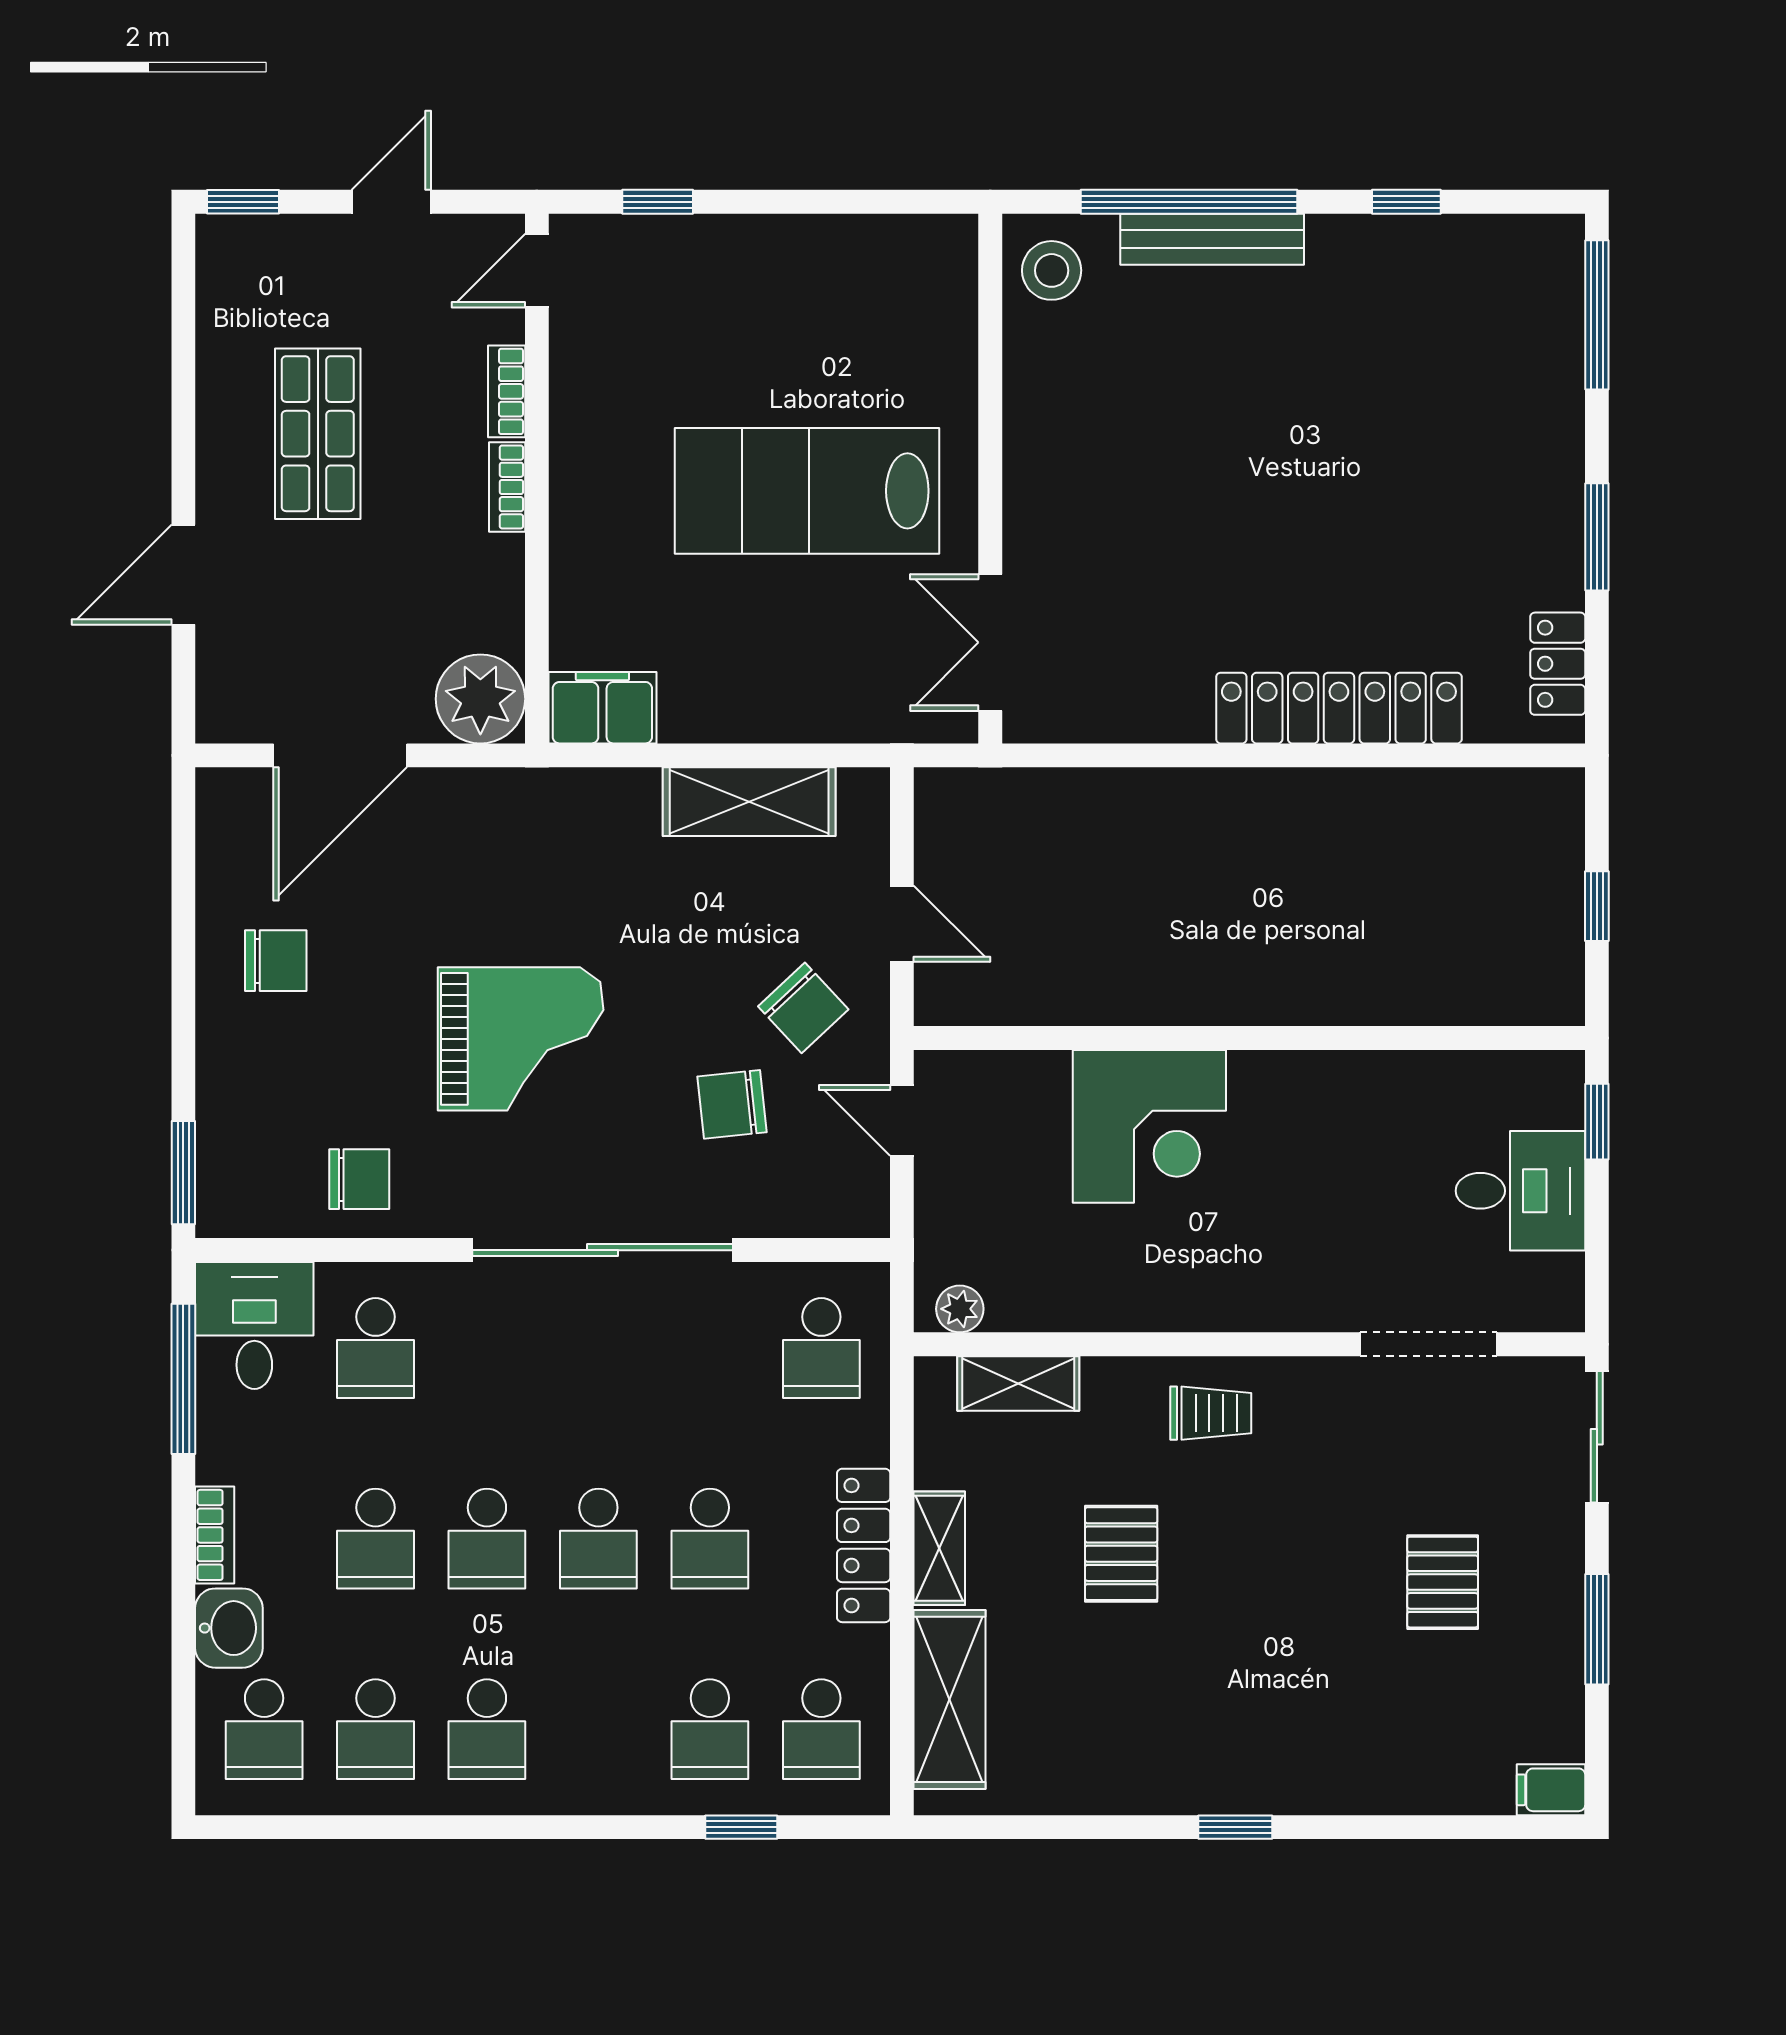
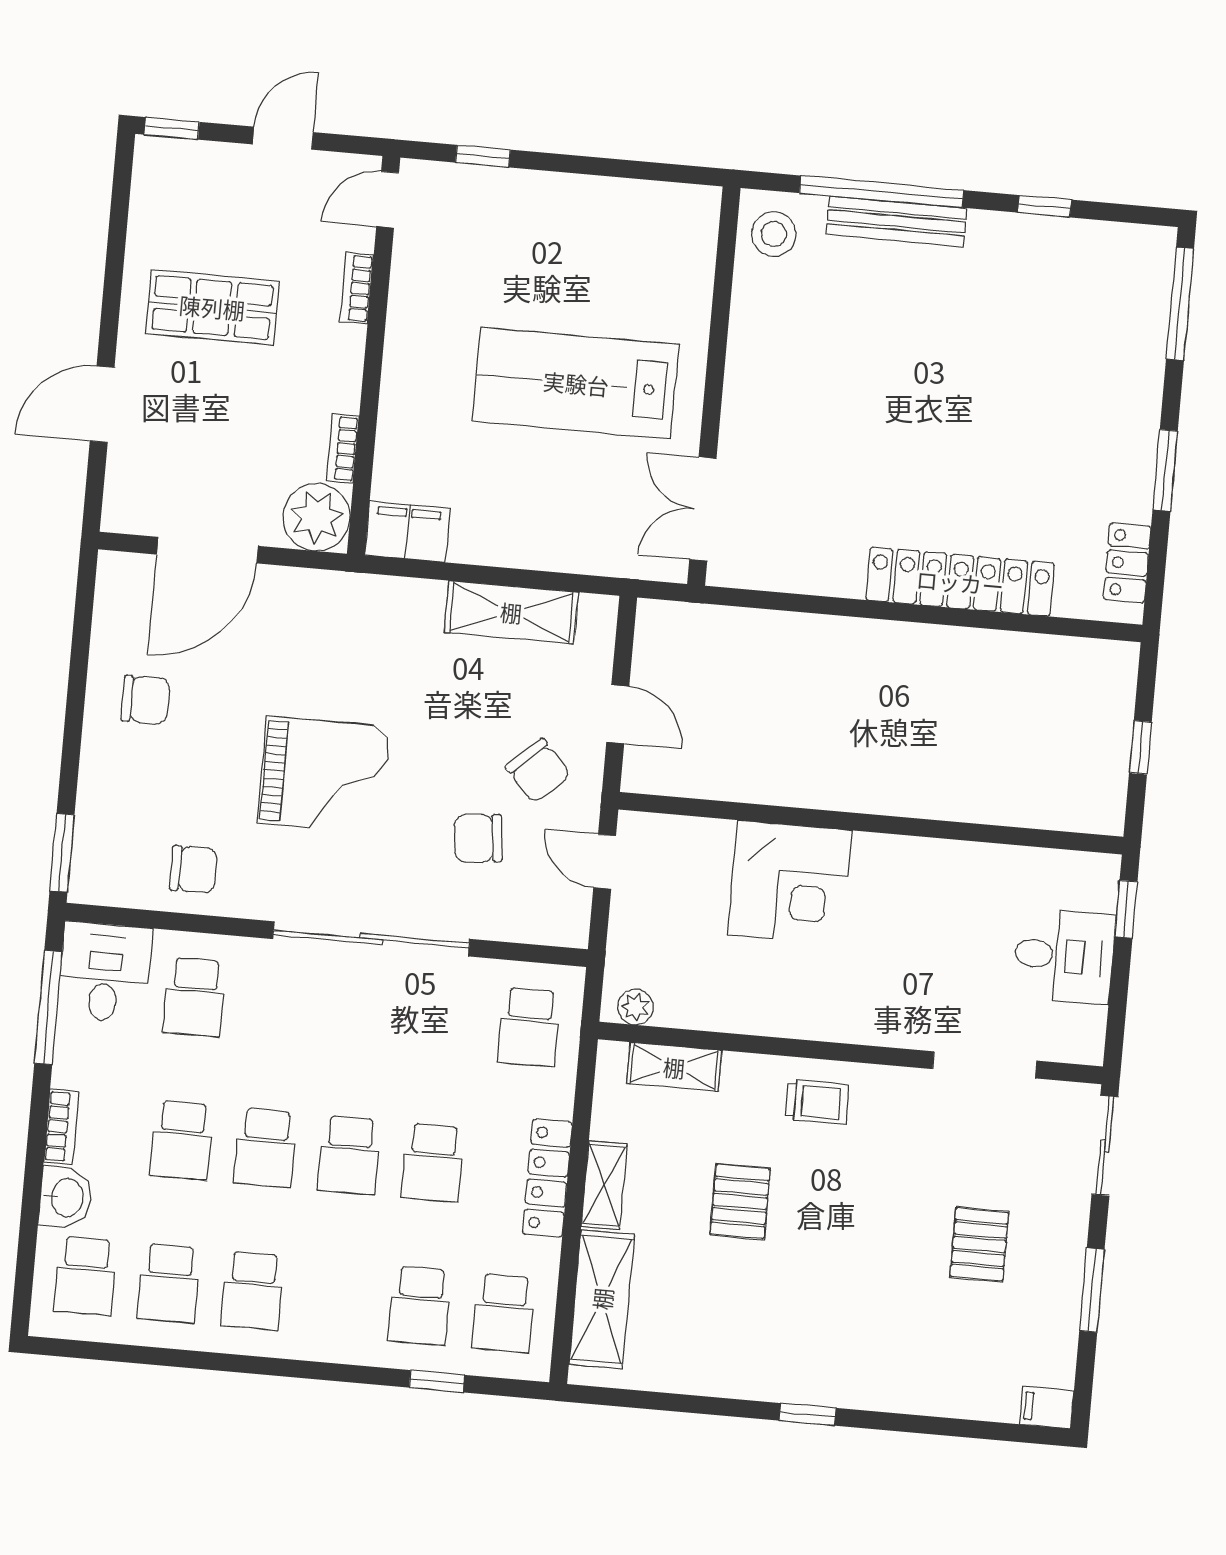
shop shelf: (318, 434) -> (212, 307), turned 90
bookcase: (507, 487) -> (343, 448), moved

